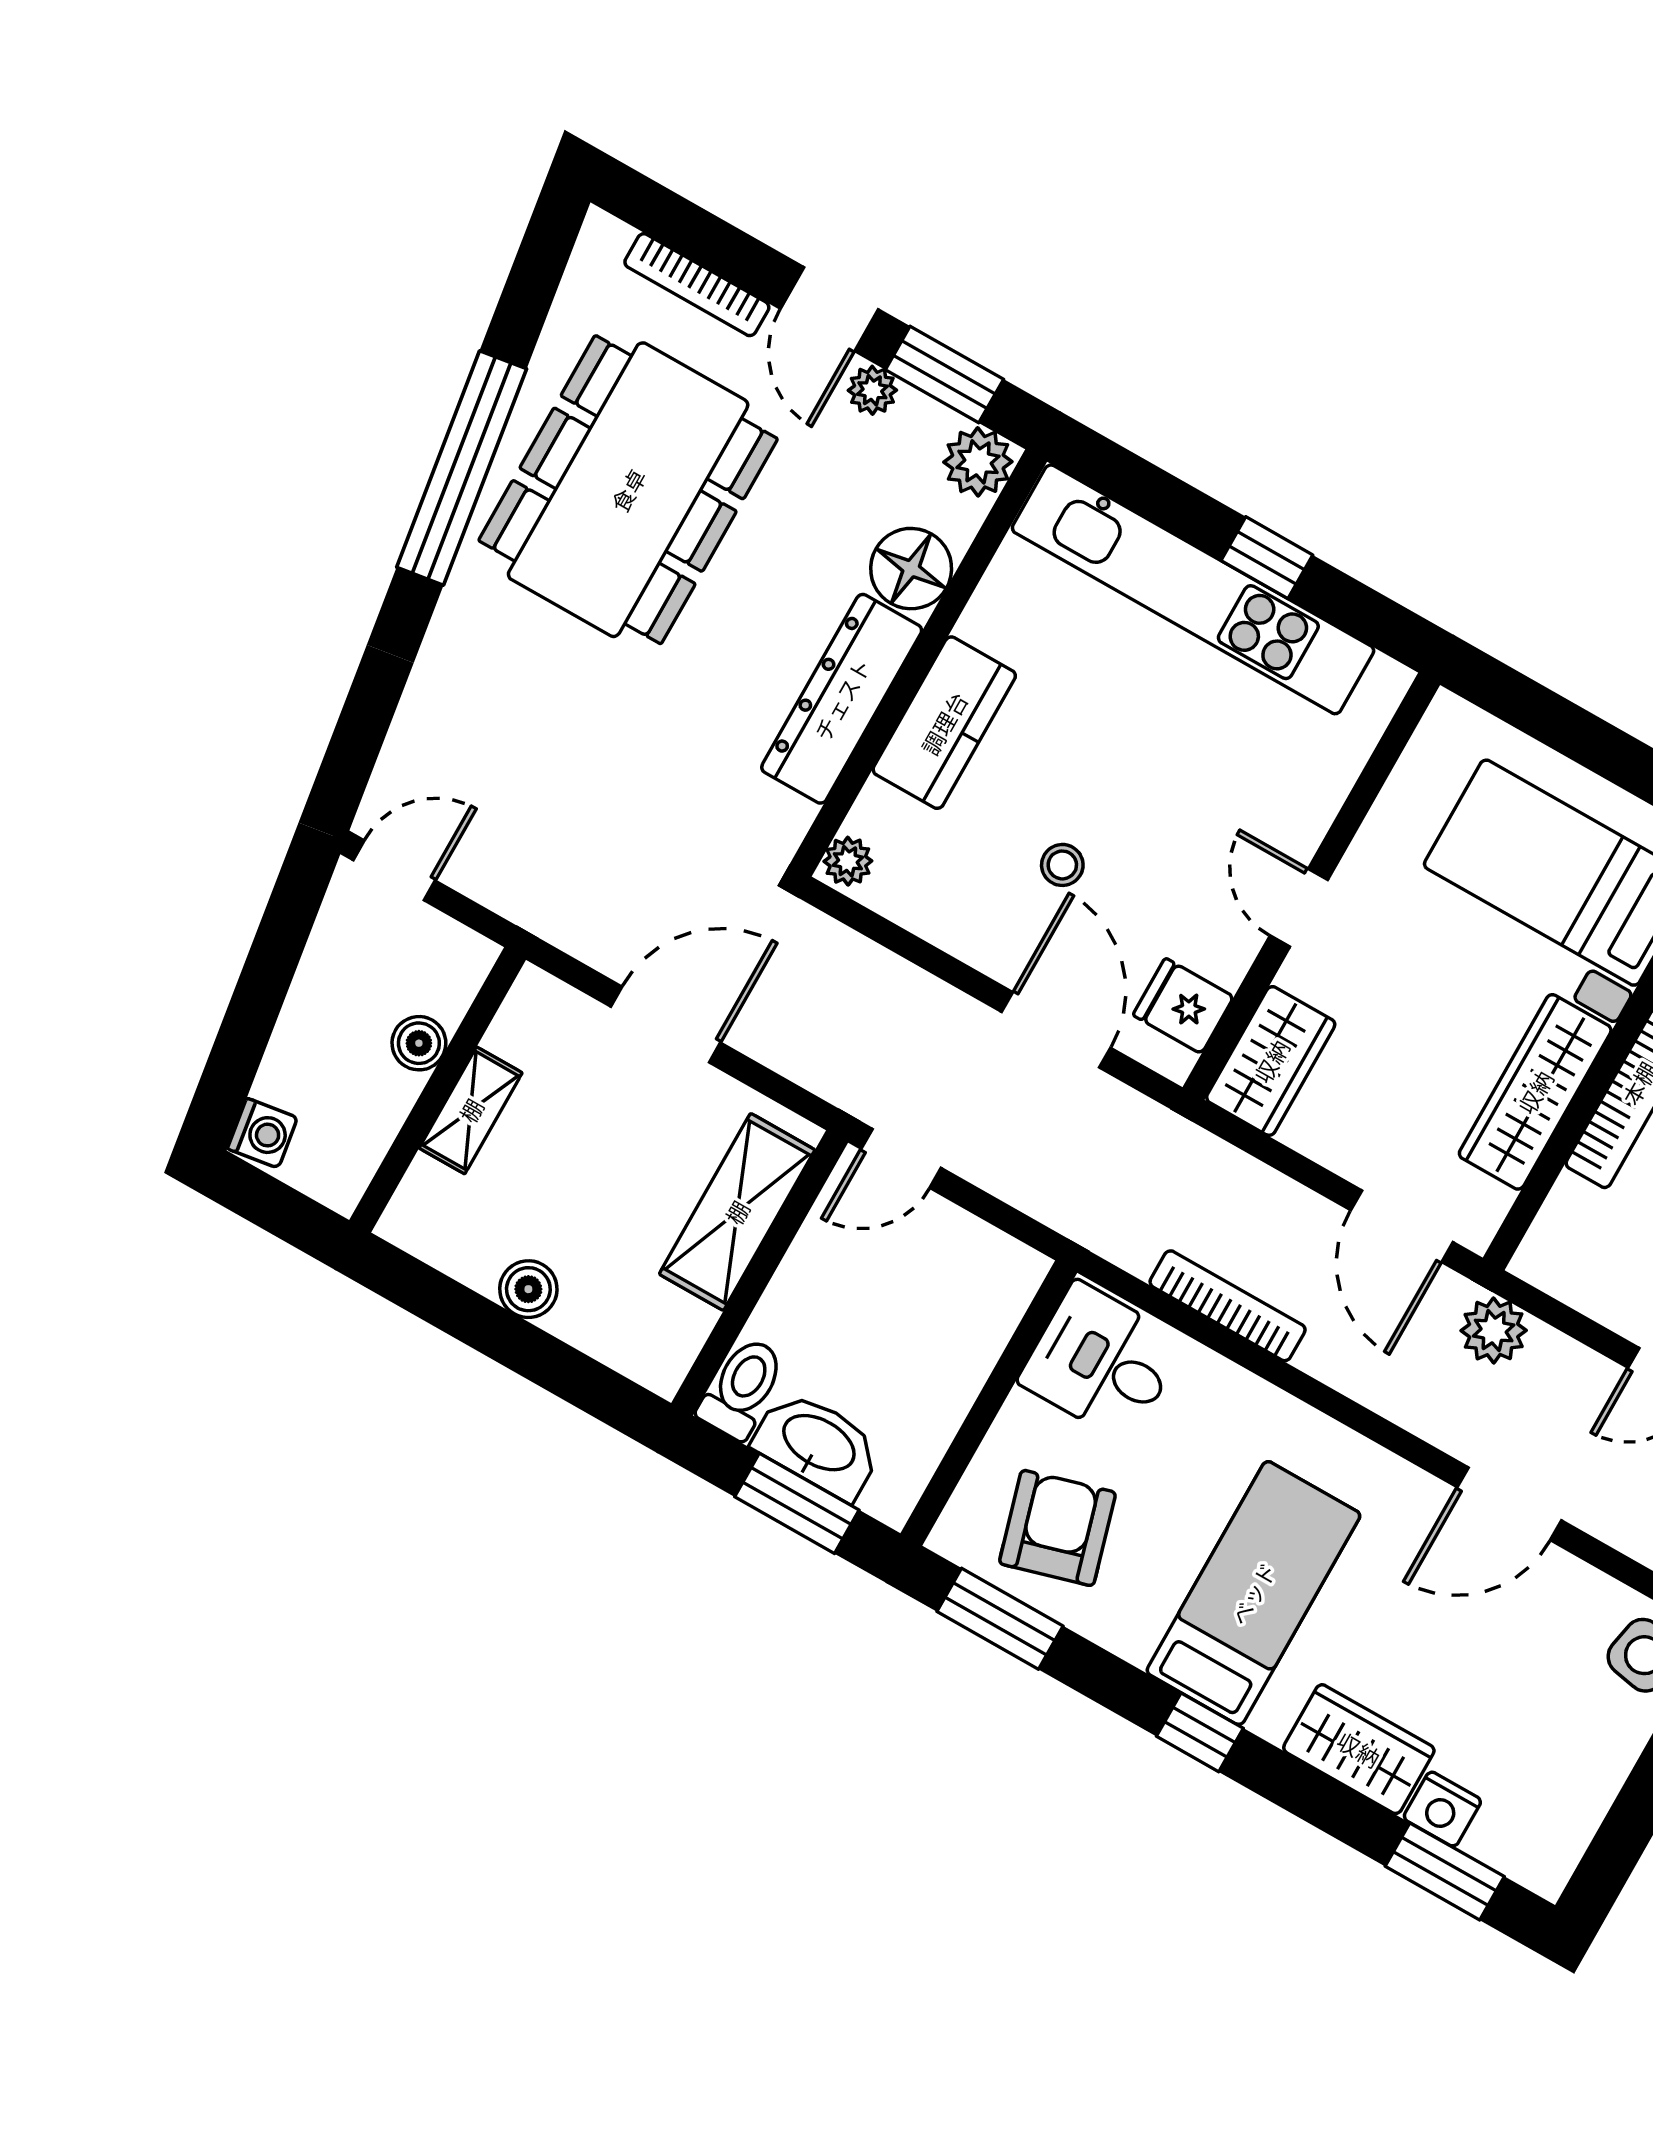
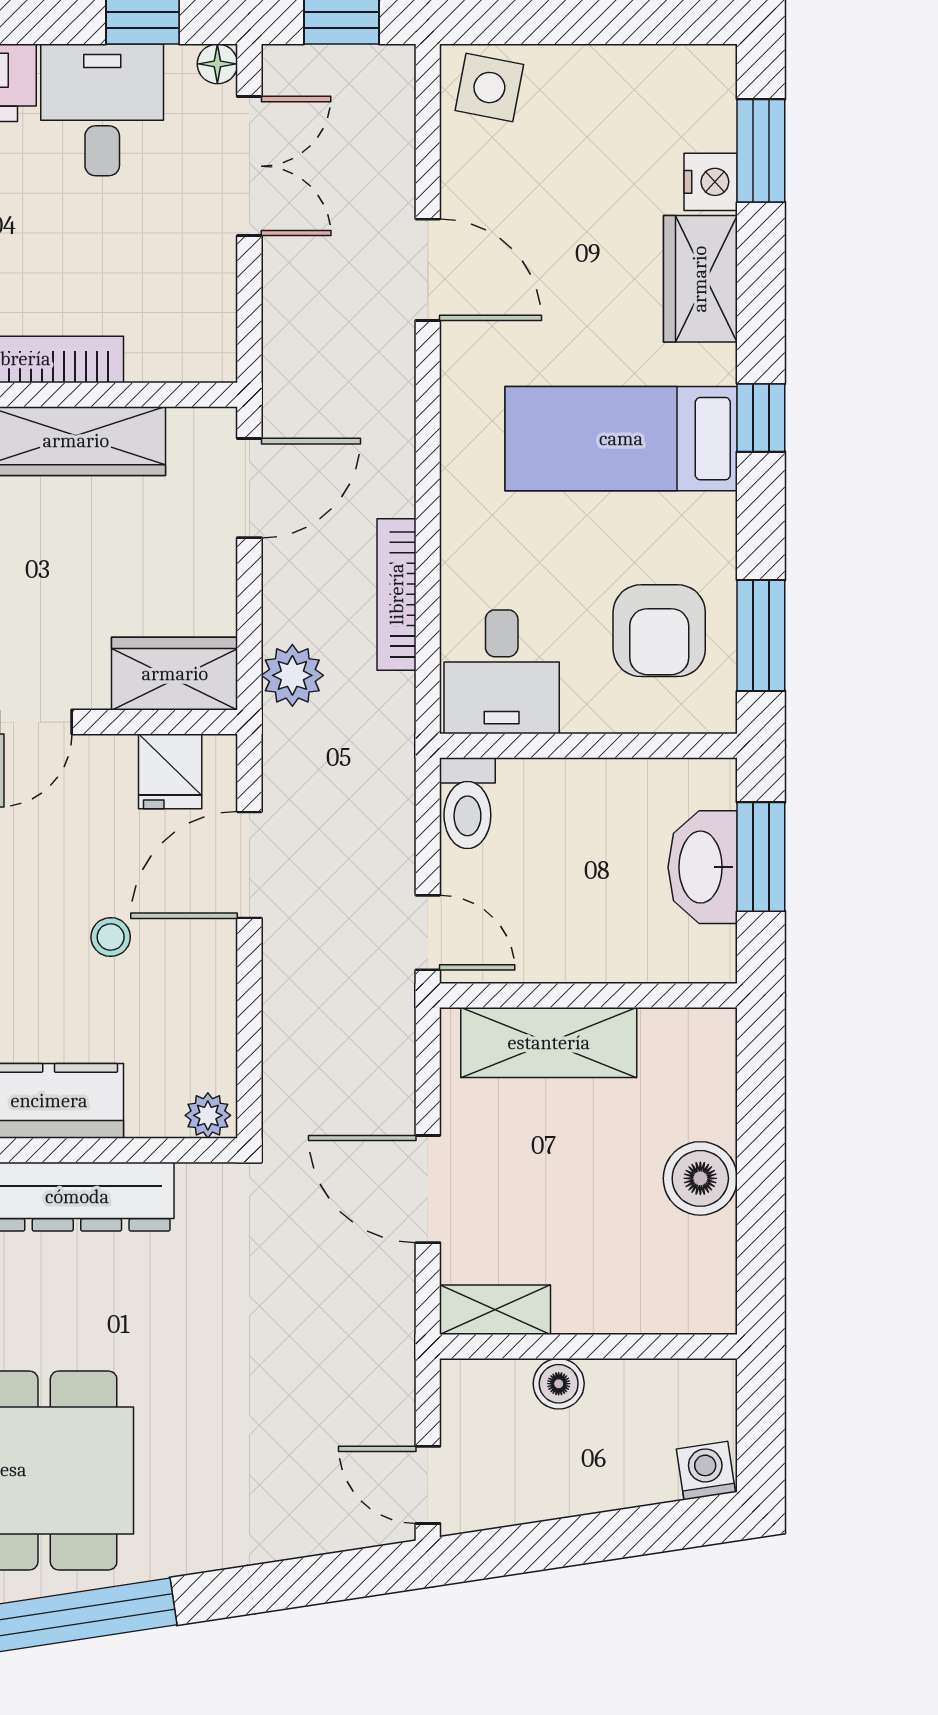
shelving: (471, 1110) -> (495, 1310), moved
boiler: (528, 1289) -> (700, 1178), width x1.36, depth x1.36
plant: (1494, 1330) -> (292, 675), moved
toilet: (742, 1388) -> (467, 803), moved, turned -90
armchair: (1057, 1528) -> (659, 631), turned -74

